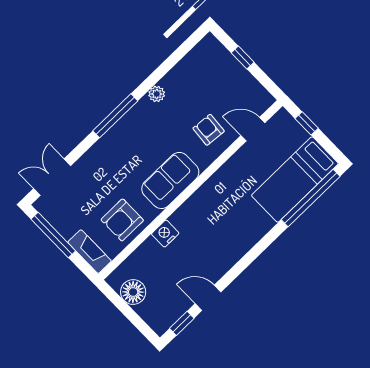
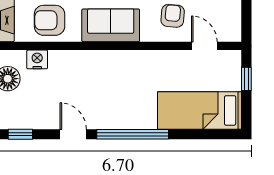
window: (311, 198) -> (133, 134), moved
nightstand: (165, 234) -> (37, 59), moved
door: (208, 298) -> (73, 134), moved

